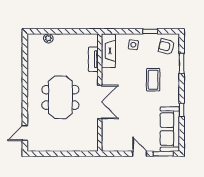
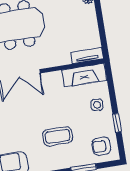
armchair: (166, 47) -> (101, 146), turned -104
tv unit: (93, 59) -> (87, 55), moved

